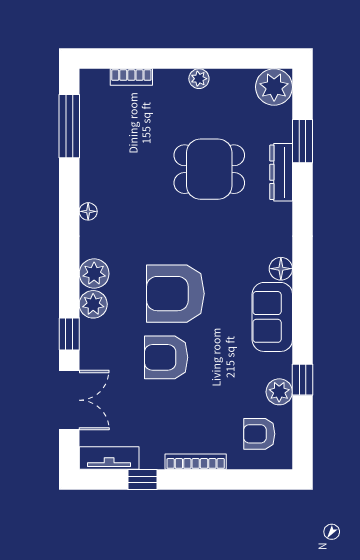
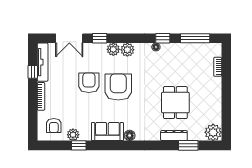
plant: (199, 79) -> (217, 98), removed
window: (69, 197) -> (163, 38), added
armchair: (259, 434) -> (54, 126), turned 180
tv unit: (109, 458) -> (43, 62), width x1.41

